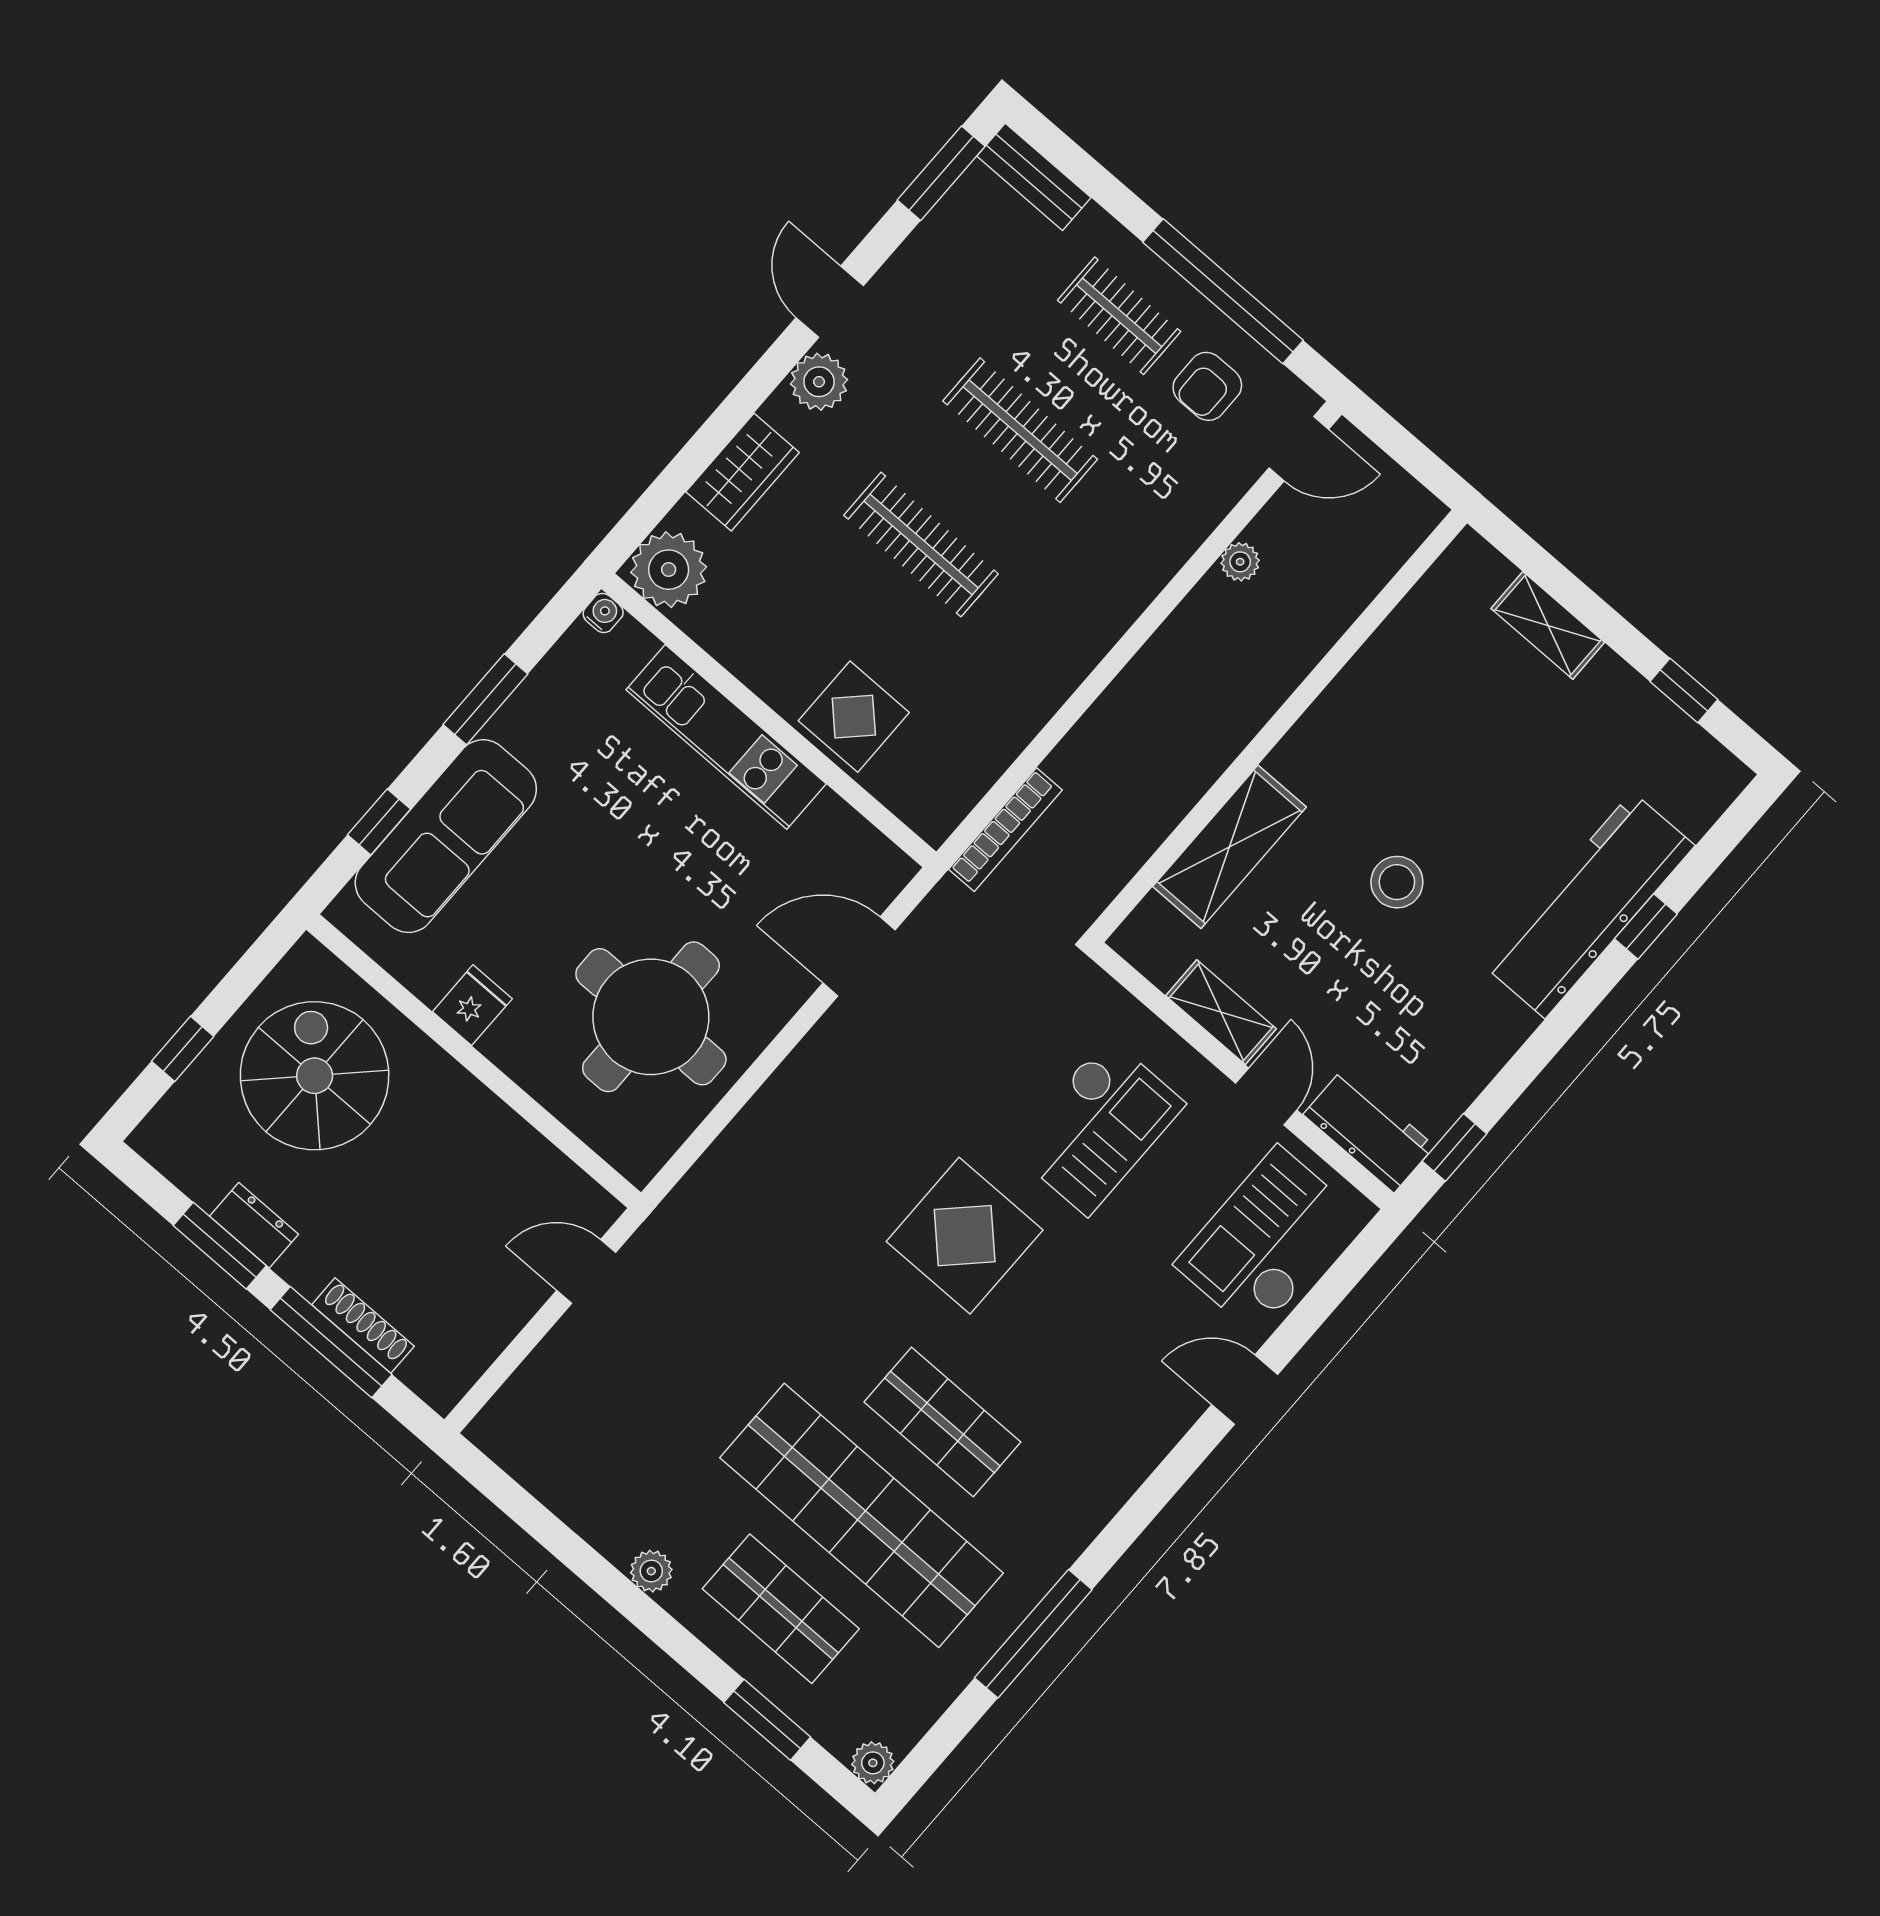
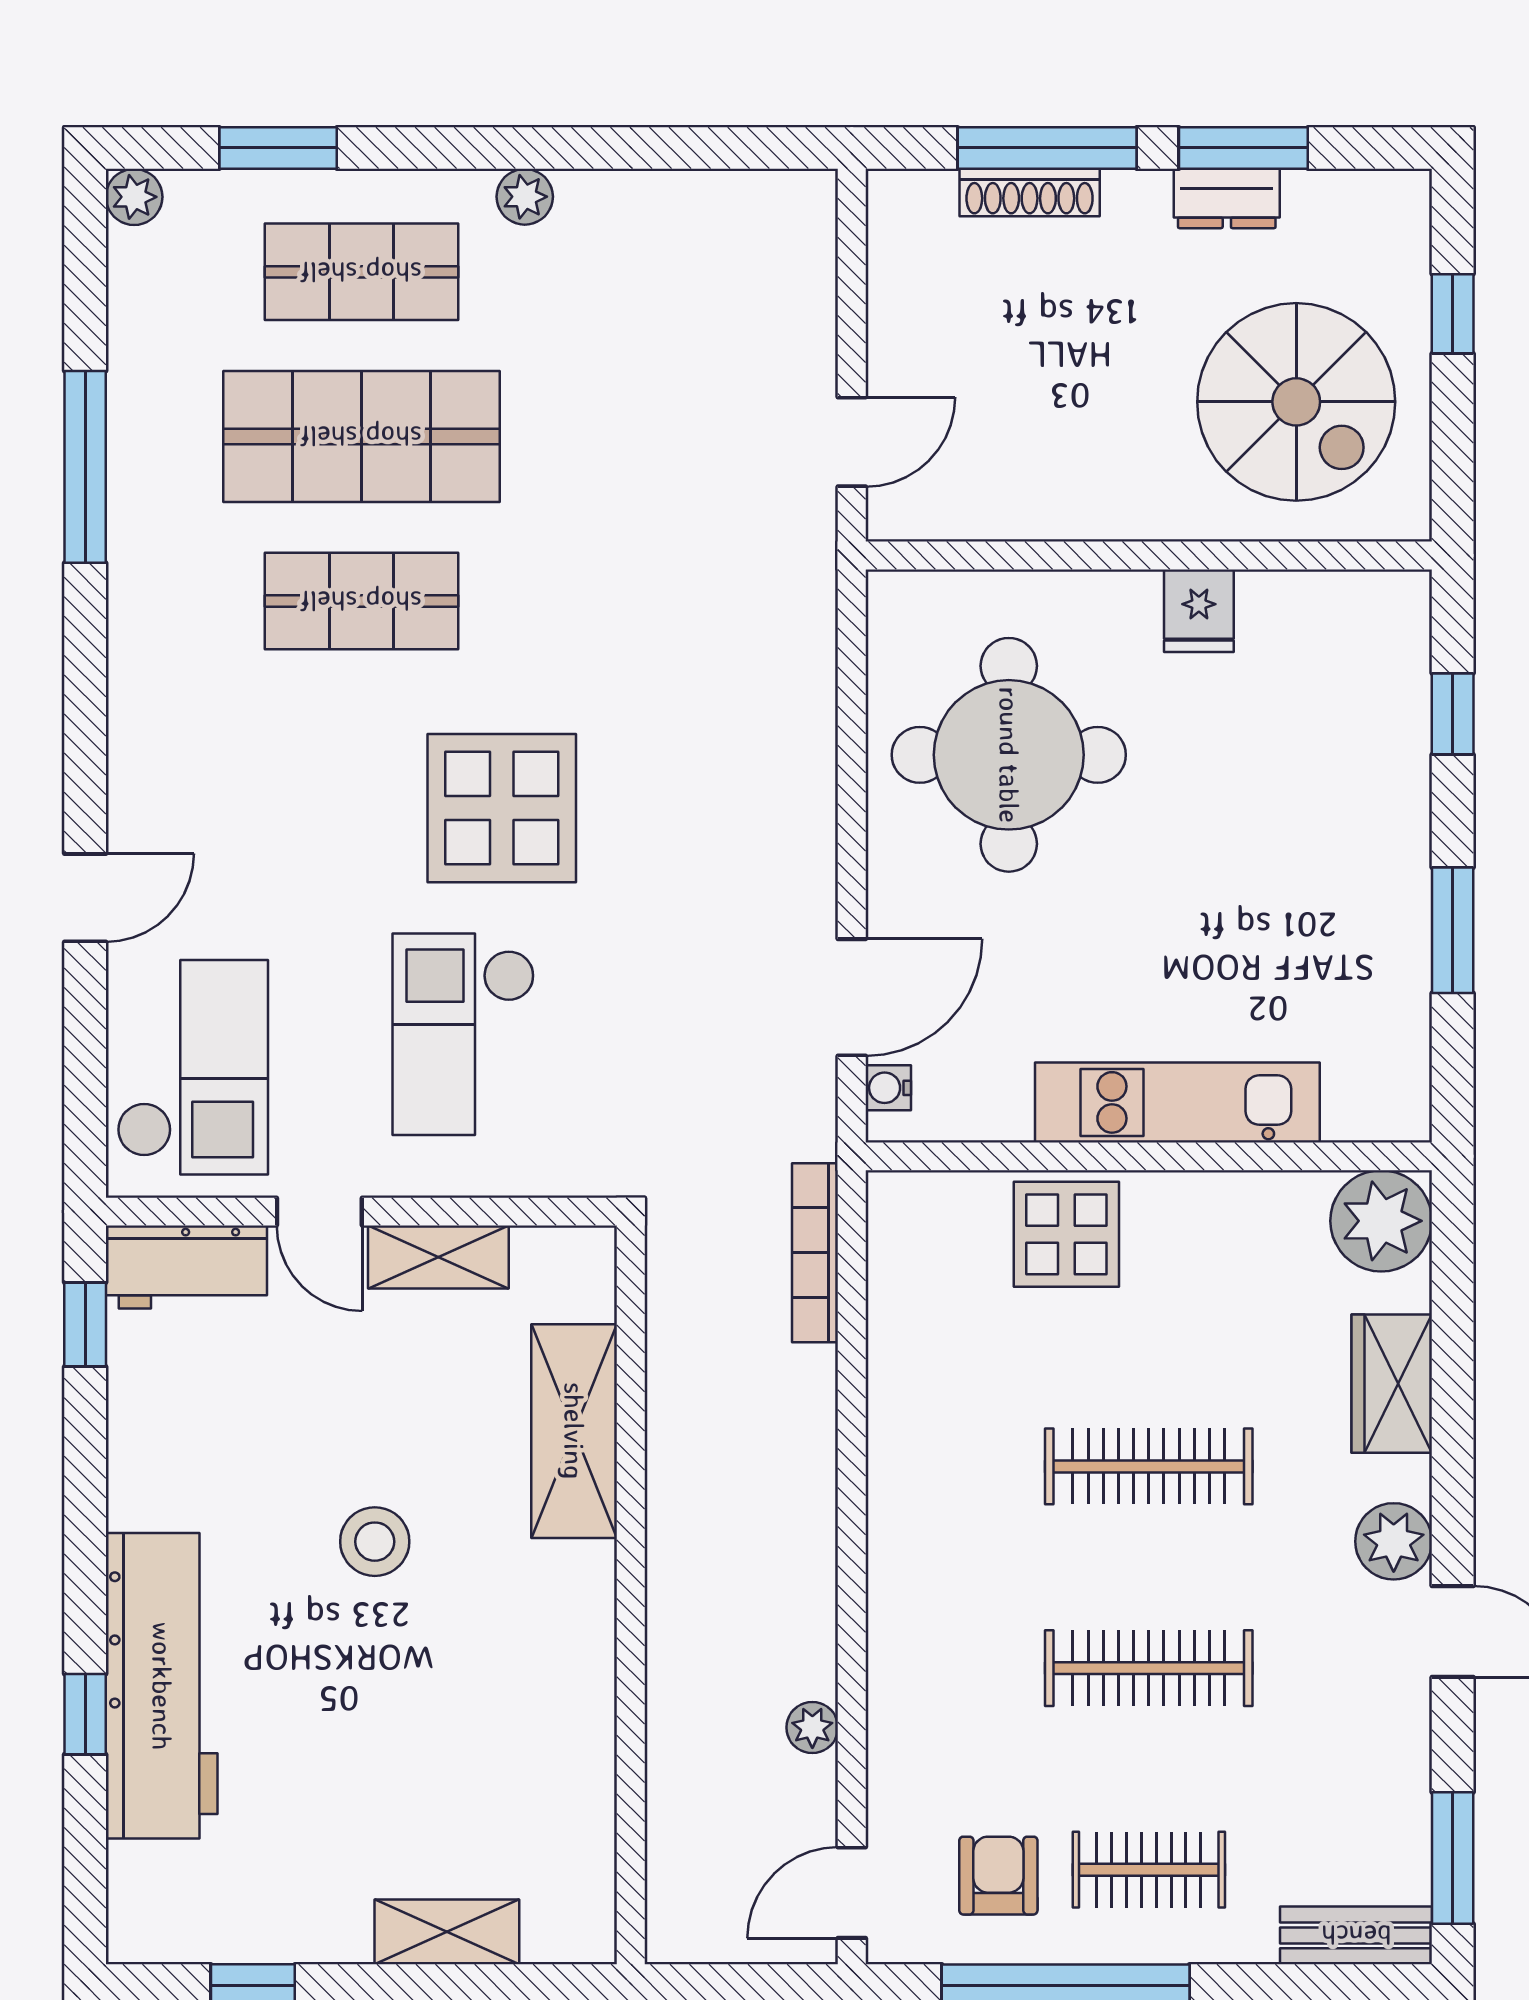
water cooler: (603, 613) -> (888, 1088), moved, turned 90
sofa: (446, 836) -> (1373, 758), removed
shop shelf: (862, 1515) -> (361, 436), width x0.71

